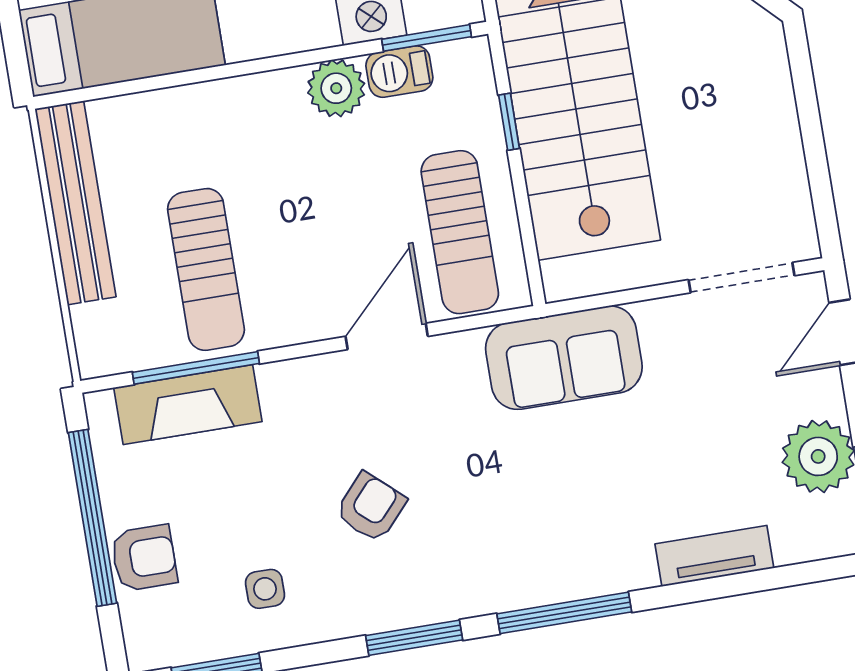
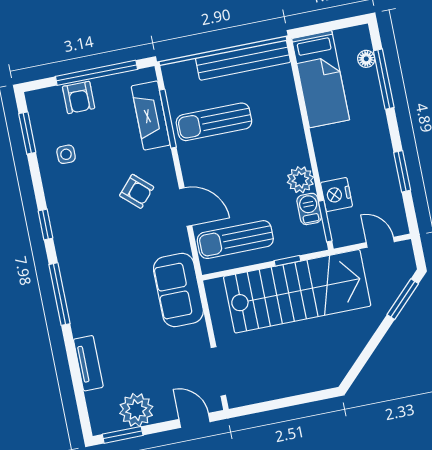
armchair: (371, 507) -> (137, 191), moved
window: (414, 638) -> (46, 225), width x0.67

